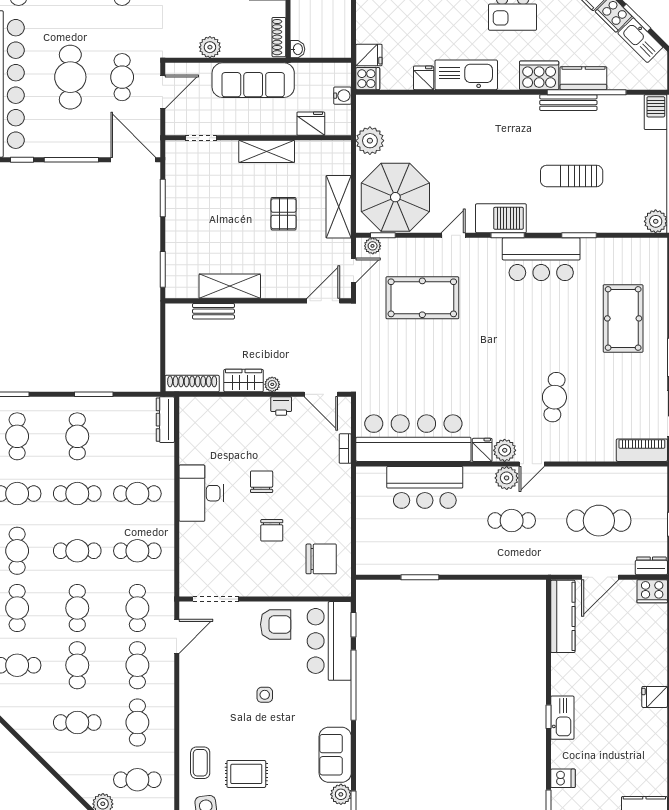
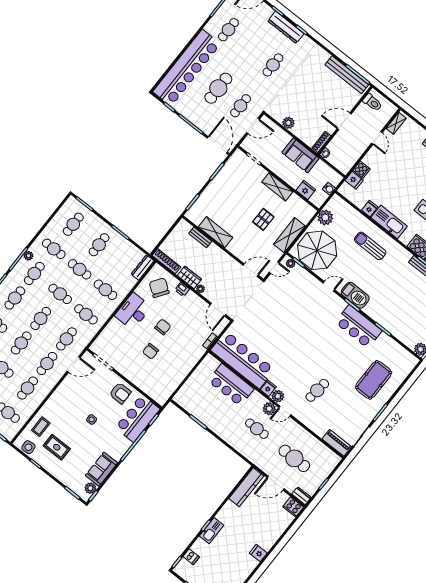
cooker: (368, 79) -> (362, 170), moved
sofa: (253, 80) -> (300, 155), width x0.73
sun lounger: (572, 176) -> (370, 246), moved
pool table: (422, 298) -> (294, 303), removed
printer: (281, 406) -> (182, 289), moved
chair: (321, 559) -> (159, 288), moved, turned -145

